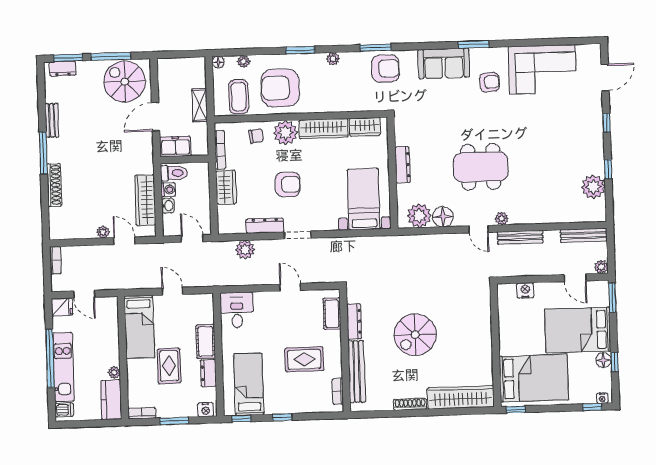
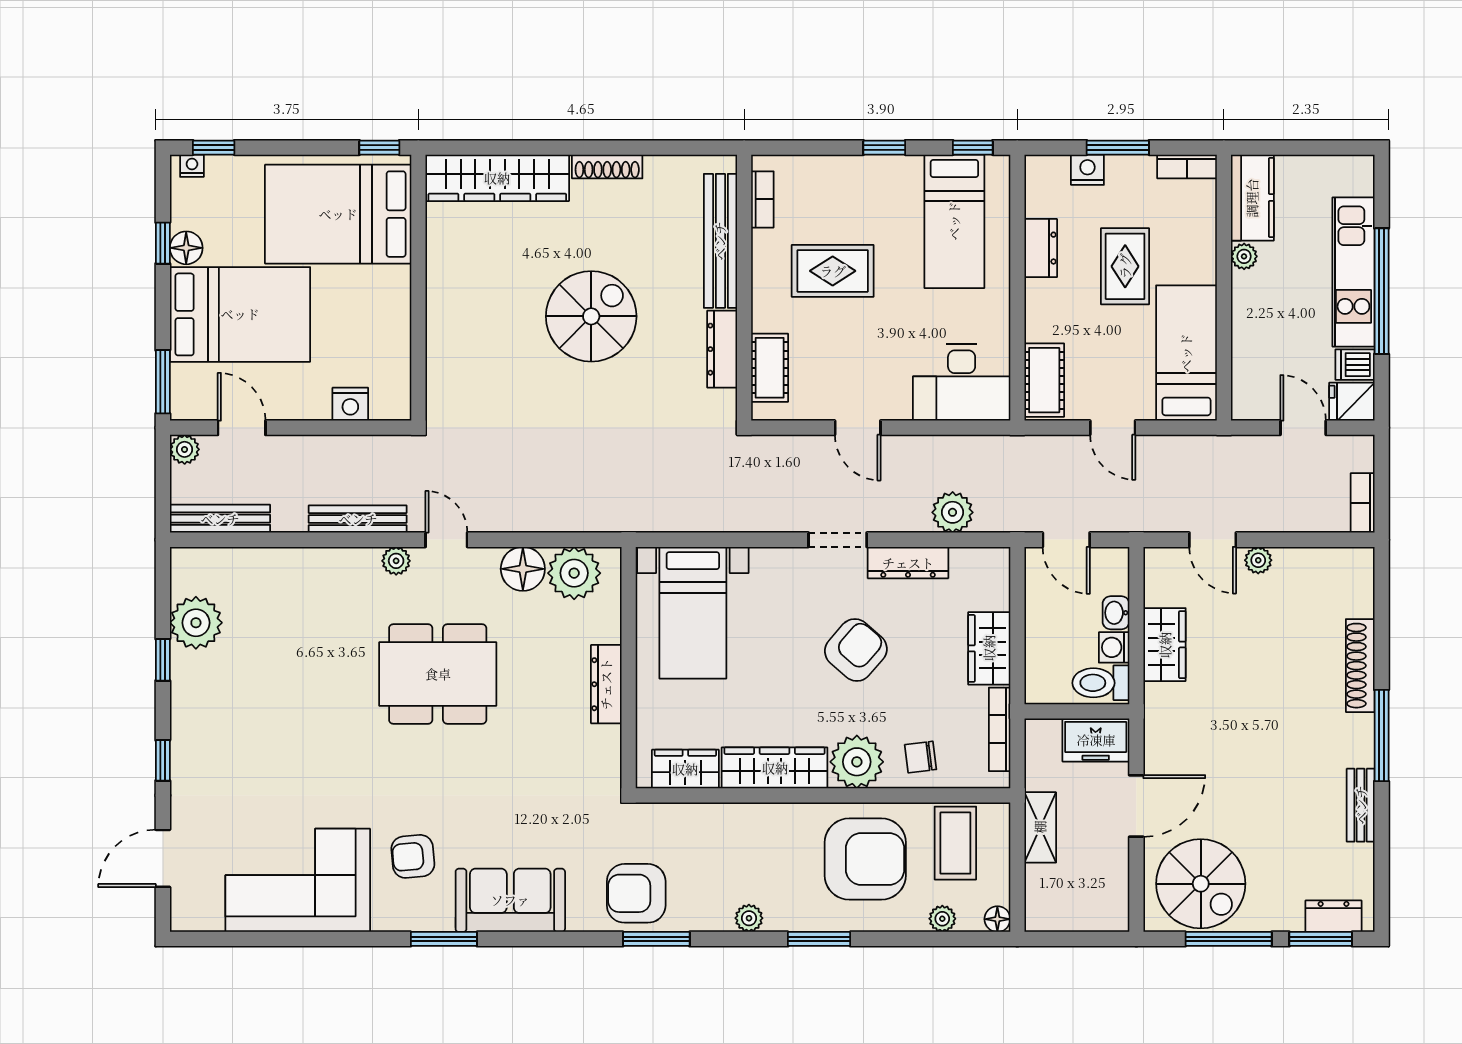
armchair: (288, 184) -> (856, 650), turned 130
wardrobe: (145, 200) -> (1165, 645), width x0.67
desk: (237, 310) -> (962, 382), width x1.37
cot: (206, 341) -> (1044, 380), moved
dishwasher: (64, 410) -> (1355, 365), moved
nightstand: (206, 410) -> (1087, 170), moved

